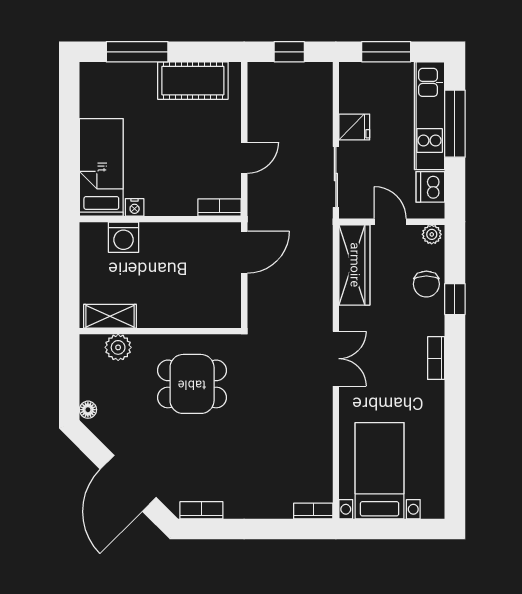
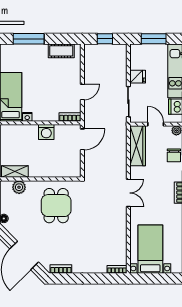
cot: (193, 81) -> (61, 51), width x0.73, depth x0.75
washing machine: (123, 237) -> (46, 132), moved
dining table: (192, 384) -> (56, 206), turned 90

